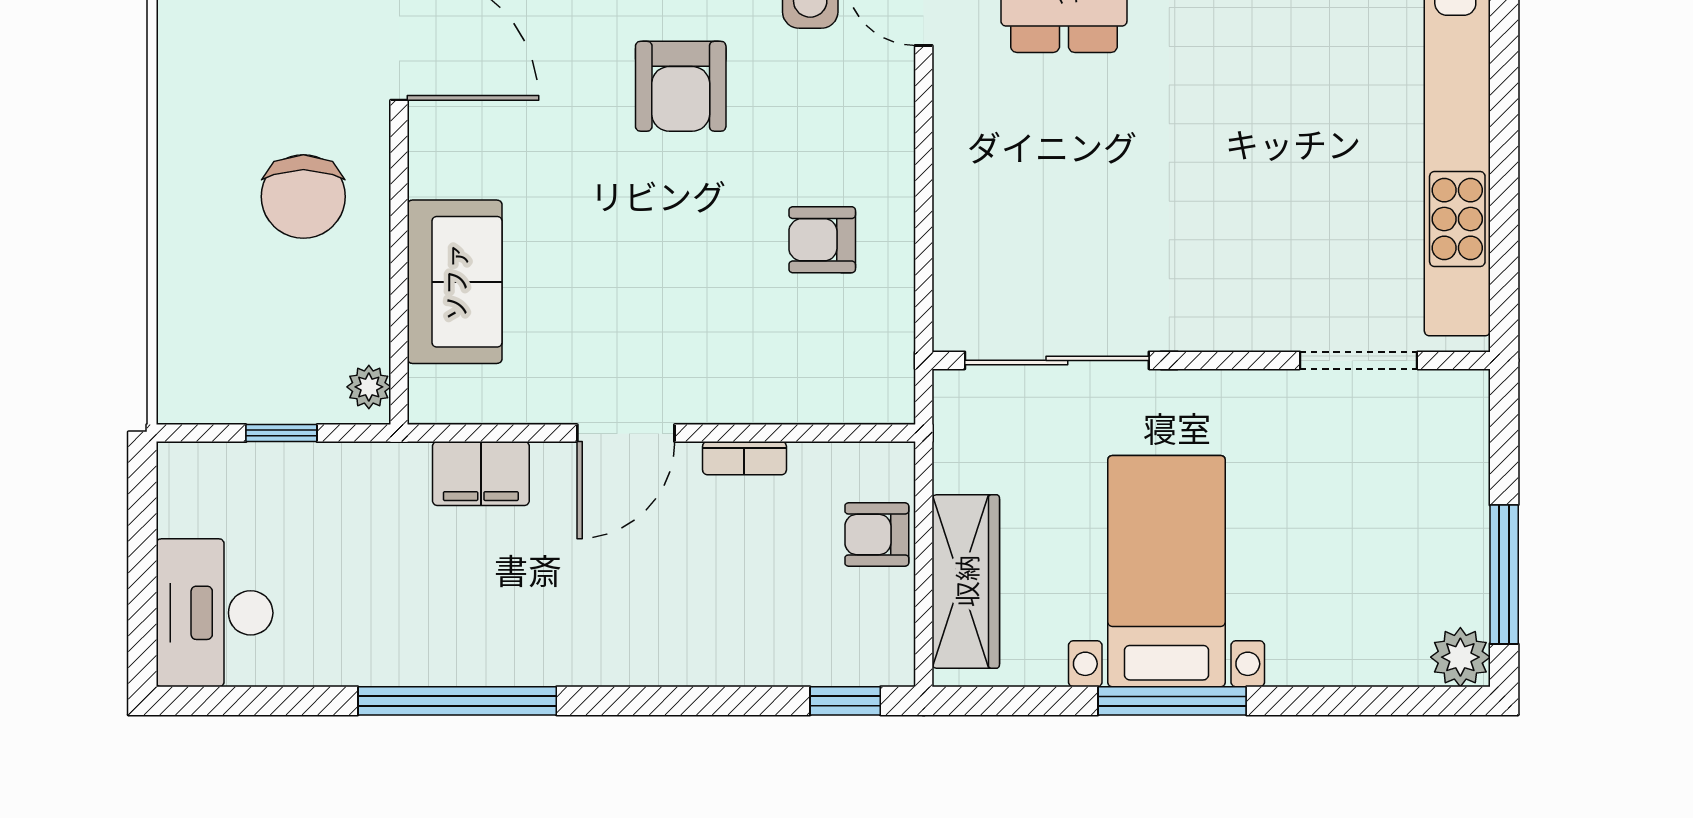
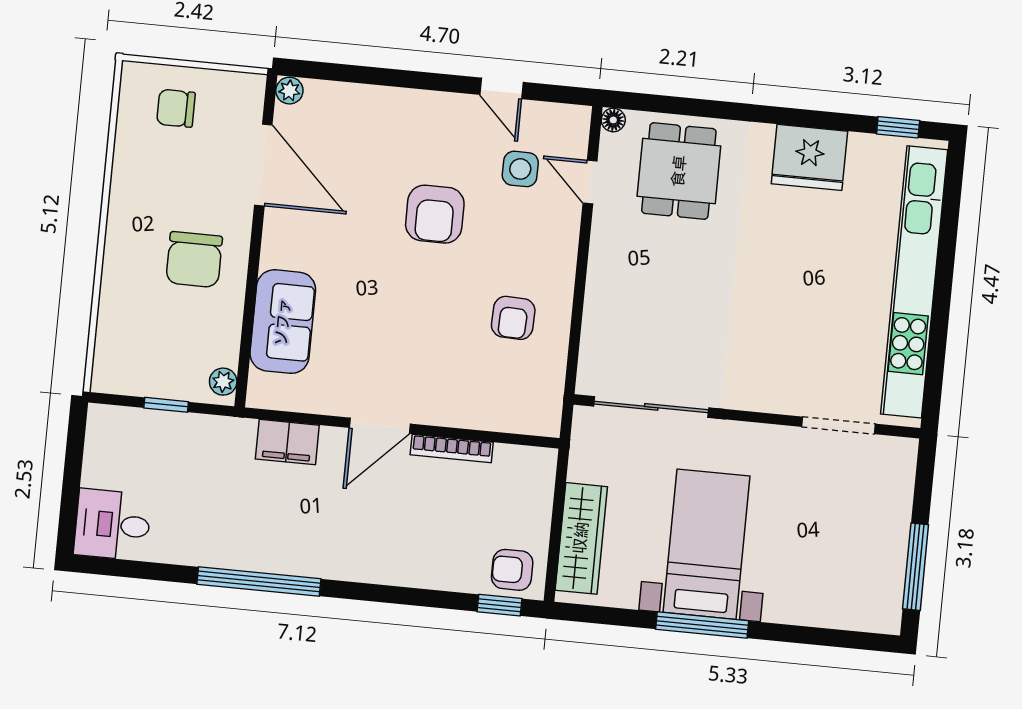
armchair: (822, 240) -> (513, 318), turned -88
bookcase: (744, 458) -> (452, 449), width x1.56
armchair: (877, 534) -> (512, 570), moved
desk: (215, 613) -> (113, 525), width x0.73
plant: (1460, 657) -> (883, 615), removed

